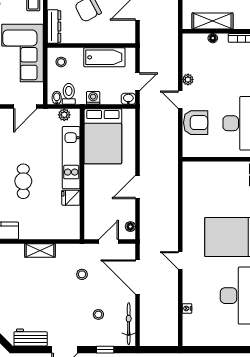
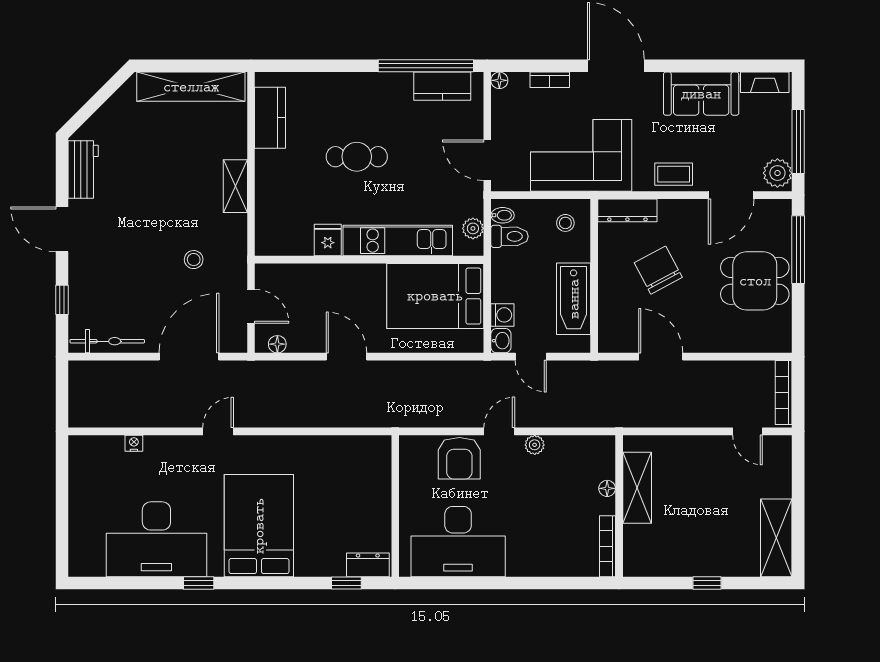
washing machine: (93, 98) -> (502, 315), moved
stool: (98, 314) -> (123, 288), removed

